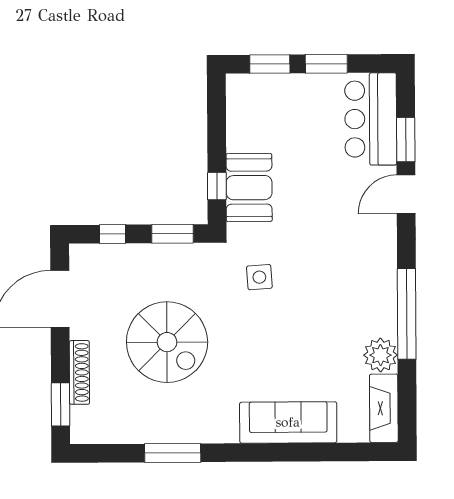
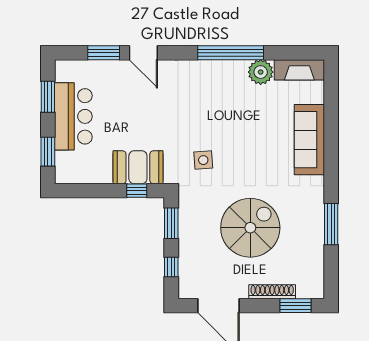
window: (326, 64) -> (48, 97), moved
bar counter: (371, 119) -> (73, 116), moved, turned -90

